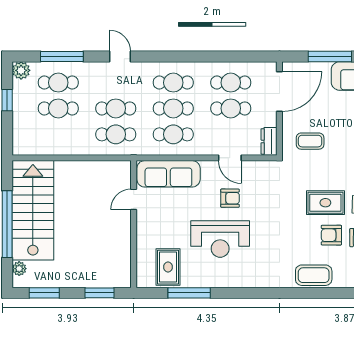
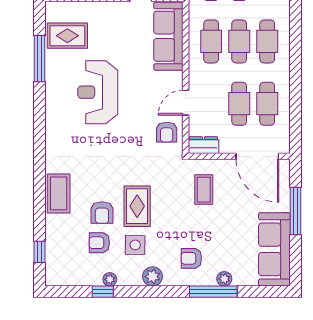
armchair: (230, 198) -> (167, 132), moved
armchair: (331, 235) -> (102, 213), turned 180

